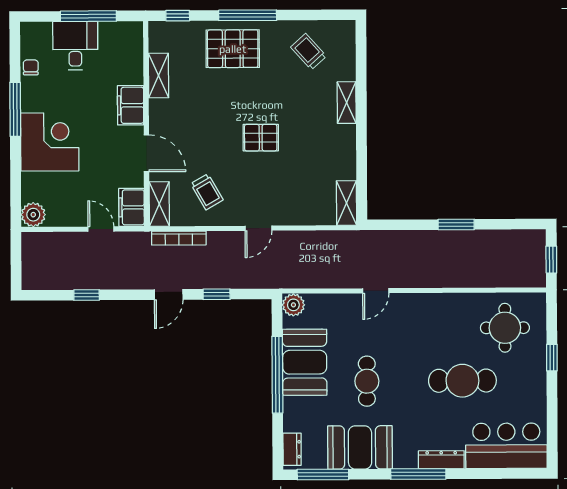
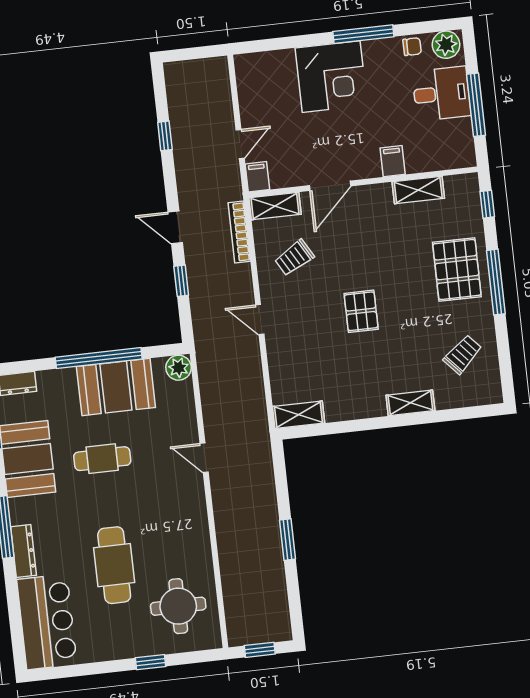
filing cabinet: (131, 105) -> (393, 161), width x0.50
filing cabinet: (131, 207) -> (257, 177), width x0.50
plant: (33, 215) -> (446, 45), moved

